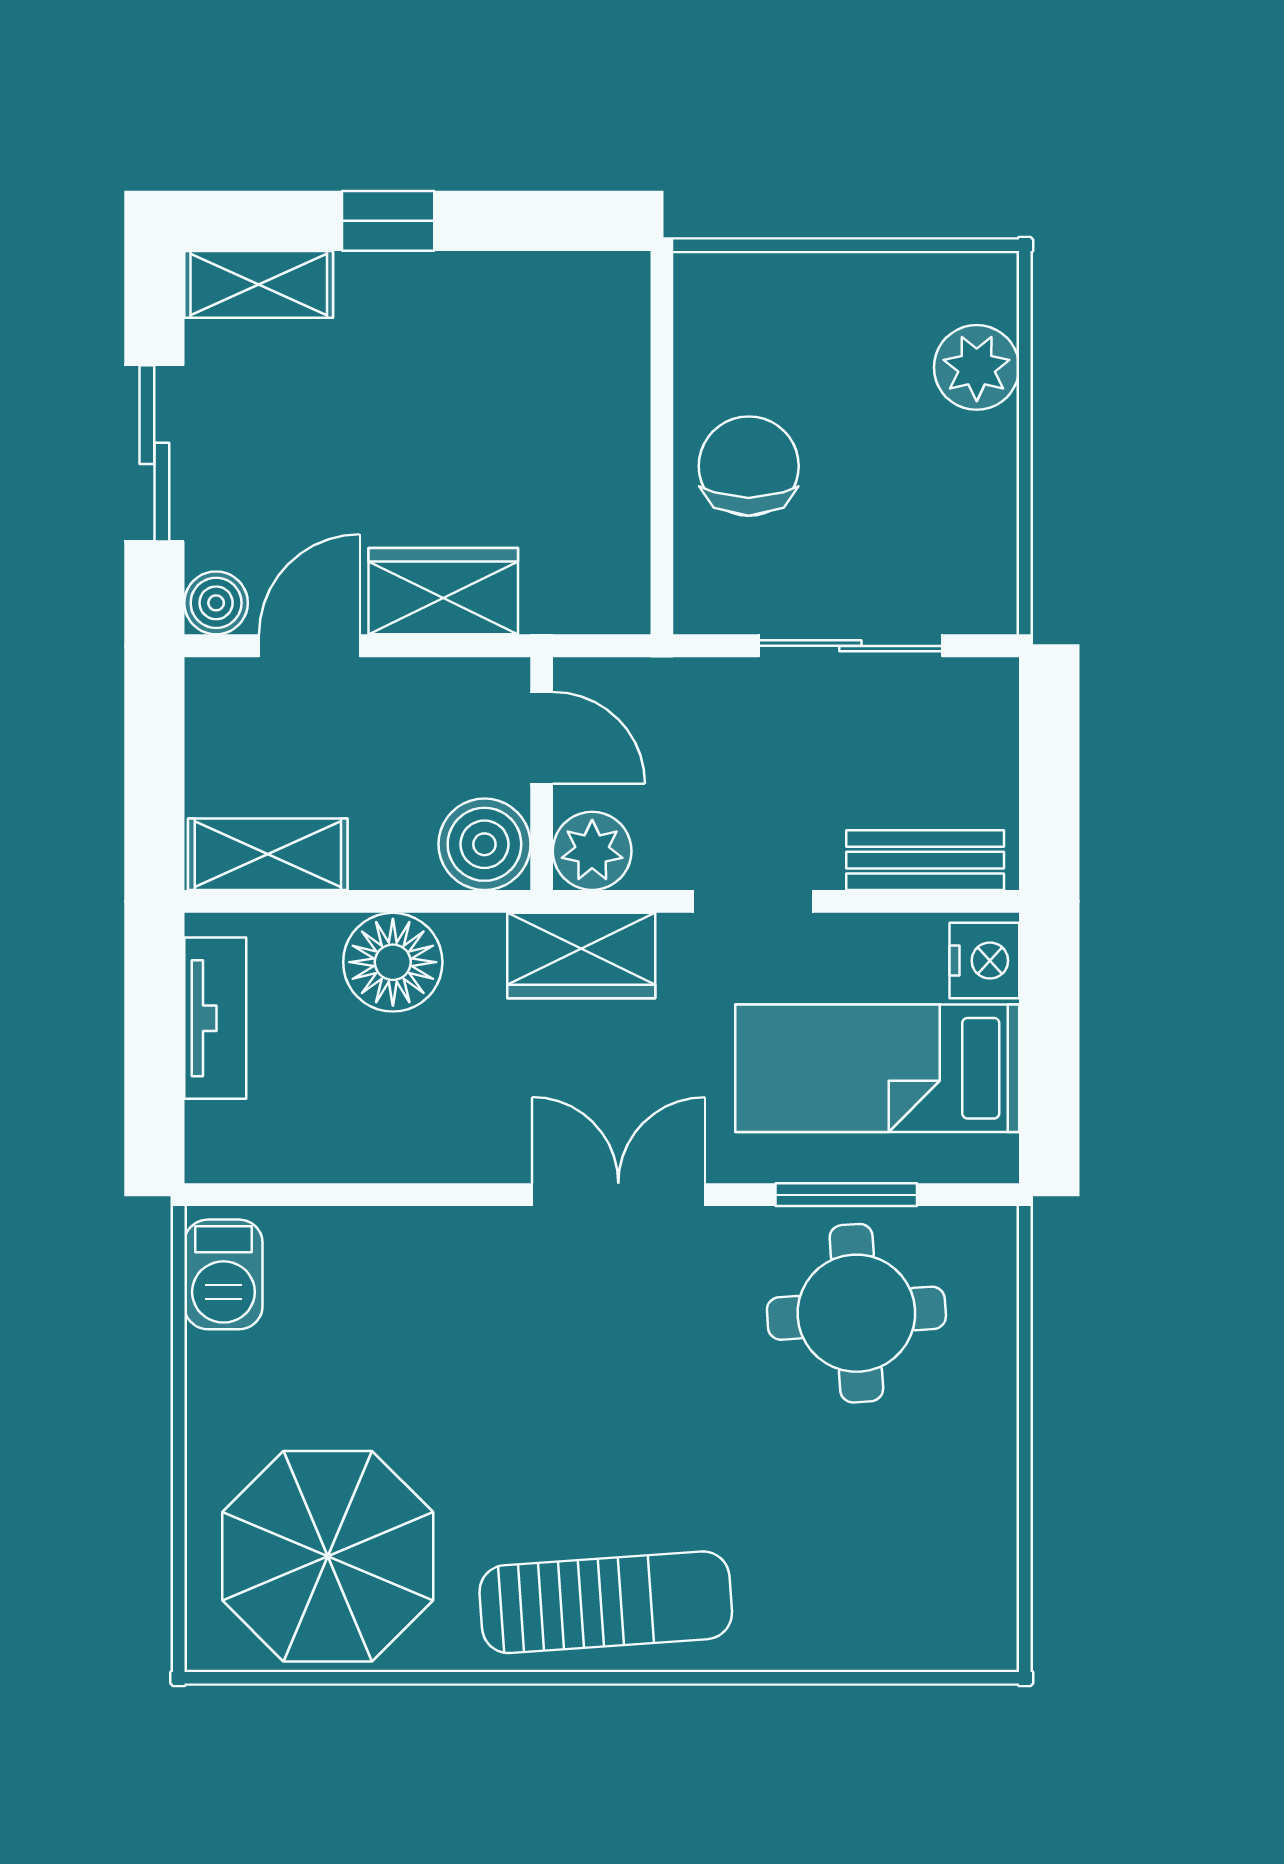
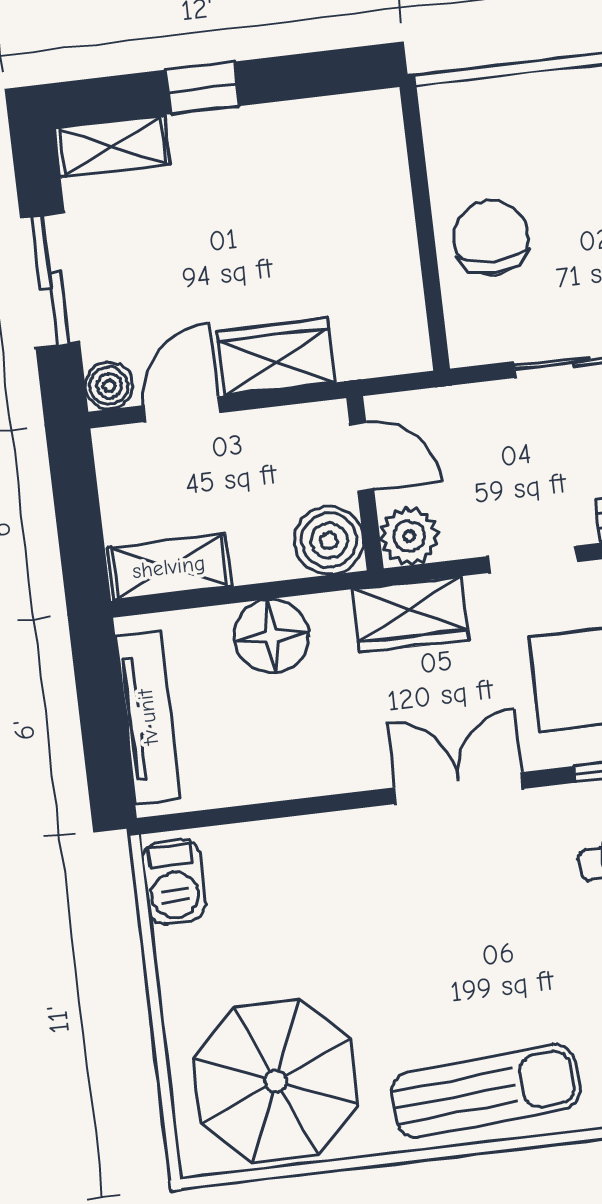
tv unit: (215, 1018) -> (148, 717), width x1.41

